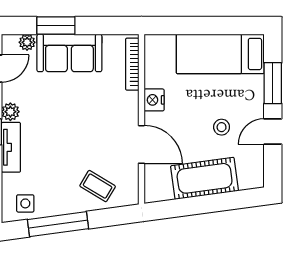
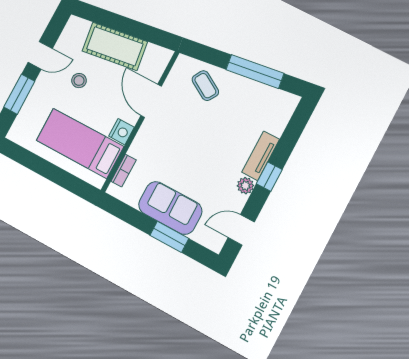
plant: (27, 42) -> (201, 236), removed
bed: (220, 54) -> (80, 143), moved, turned 180
bookcase: (132, 64) -> (124, 171), width x0.64
side table: (25, 203) -> (273, 103), removed

